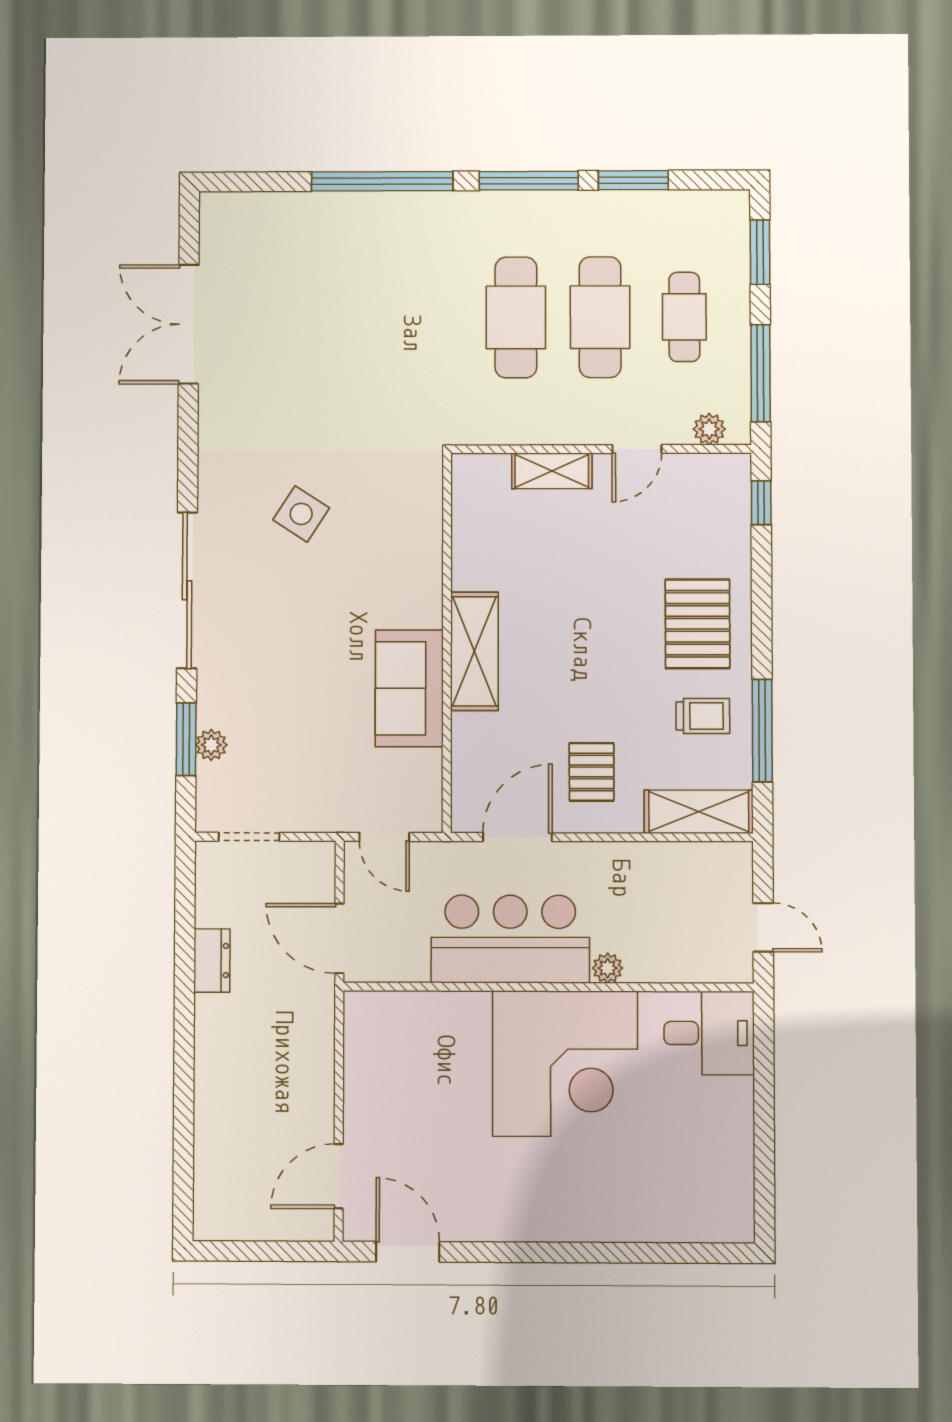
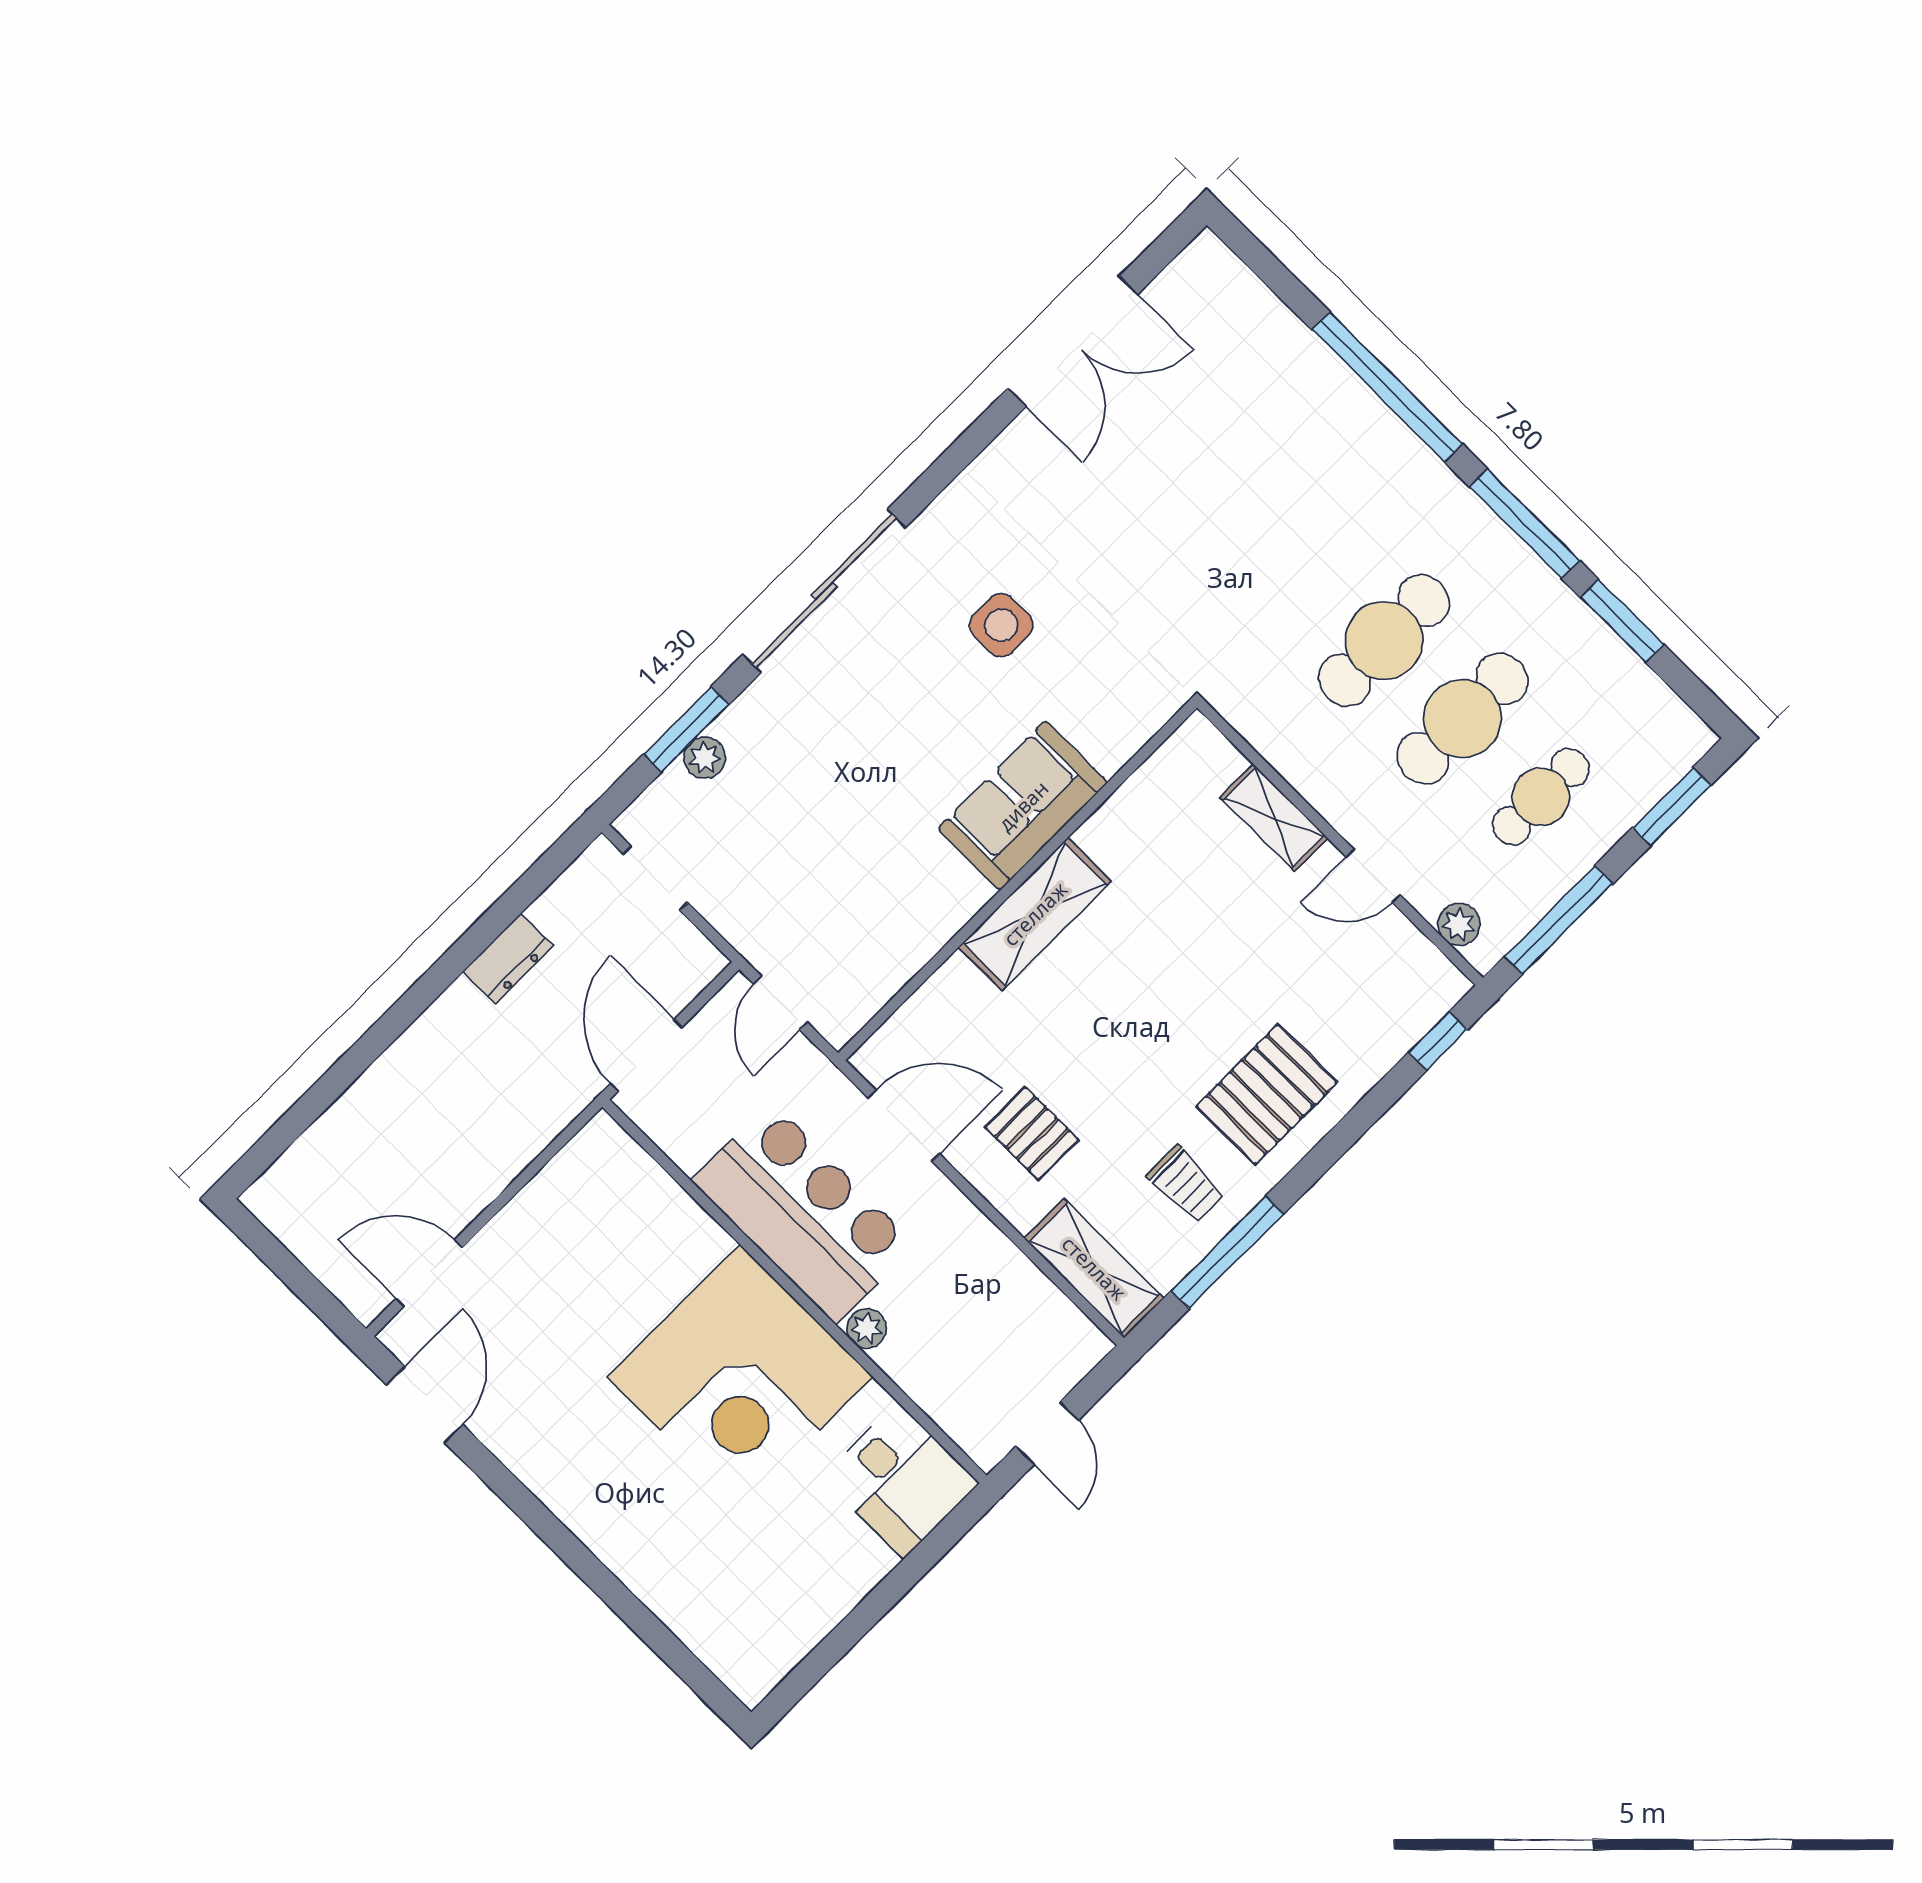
double door: (189, 324) -> (1073, 341), swing flipped
side table: (301, 514) -> (1001, 625), turned -33
sofa: (409, 688) -> (1023, 806), moved
pallet: (592, 772) -> (1032, 1134), turned 90

